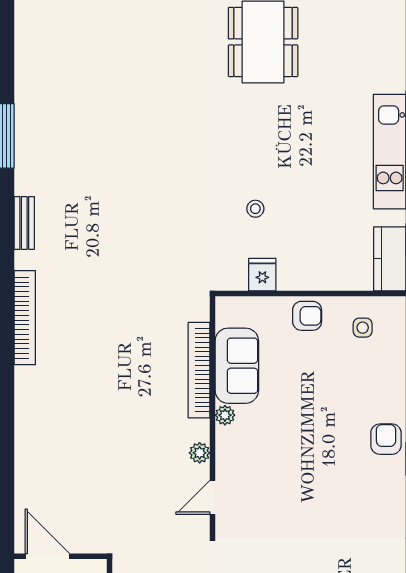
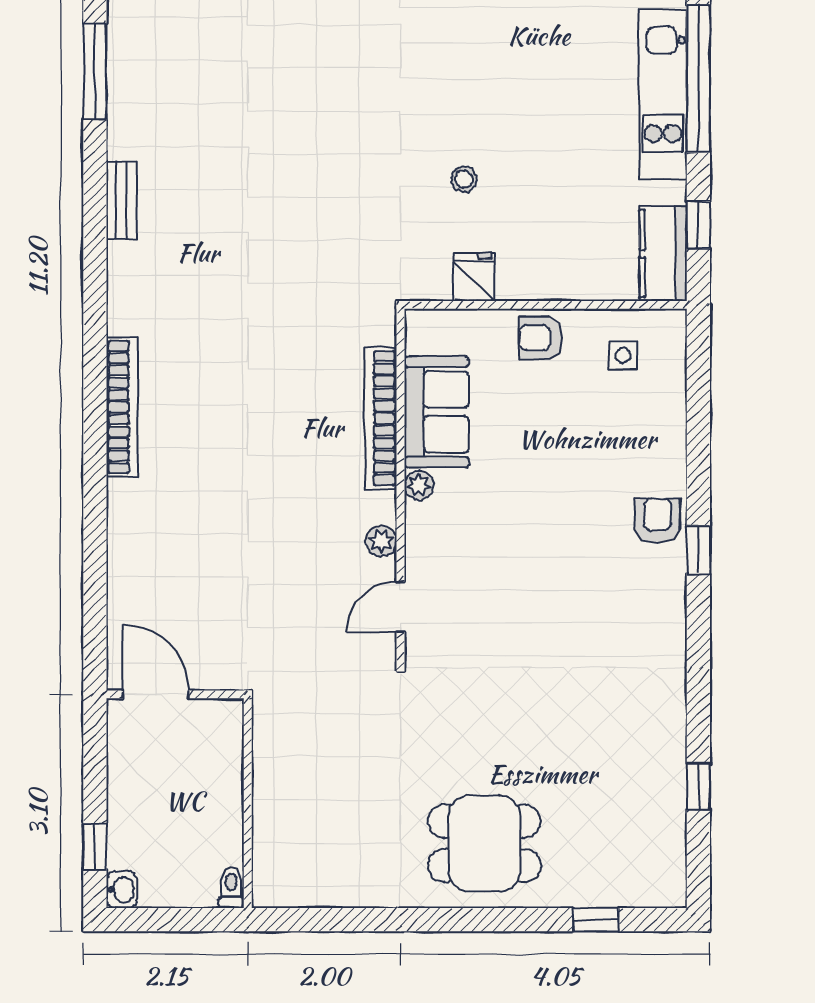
armchair: (307, 316) -> (541, 338), turned 180
bookcase: (25, 318) -> (122, 407), moved

